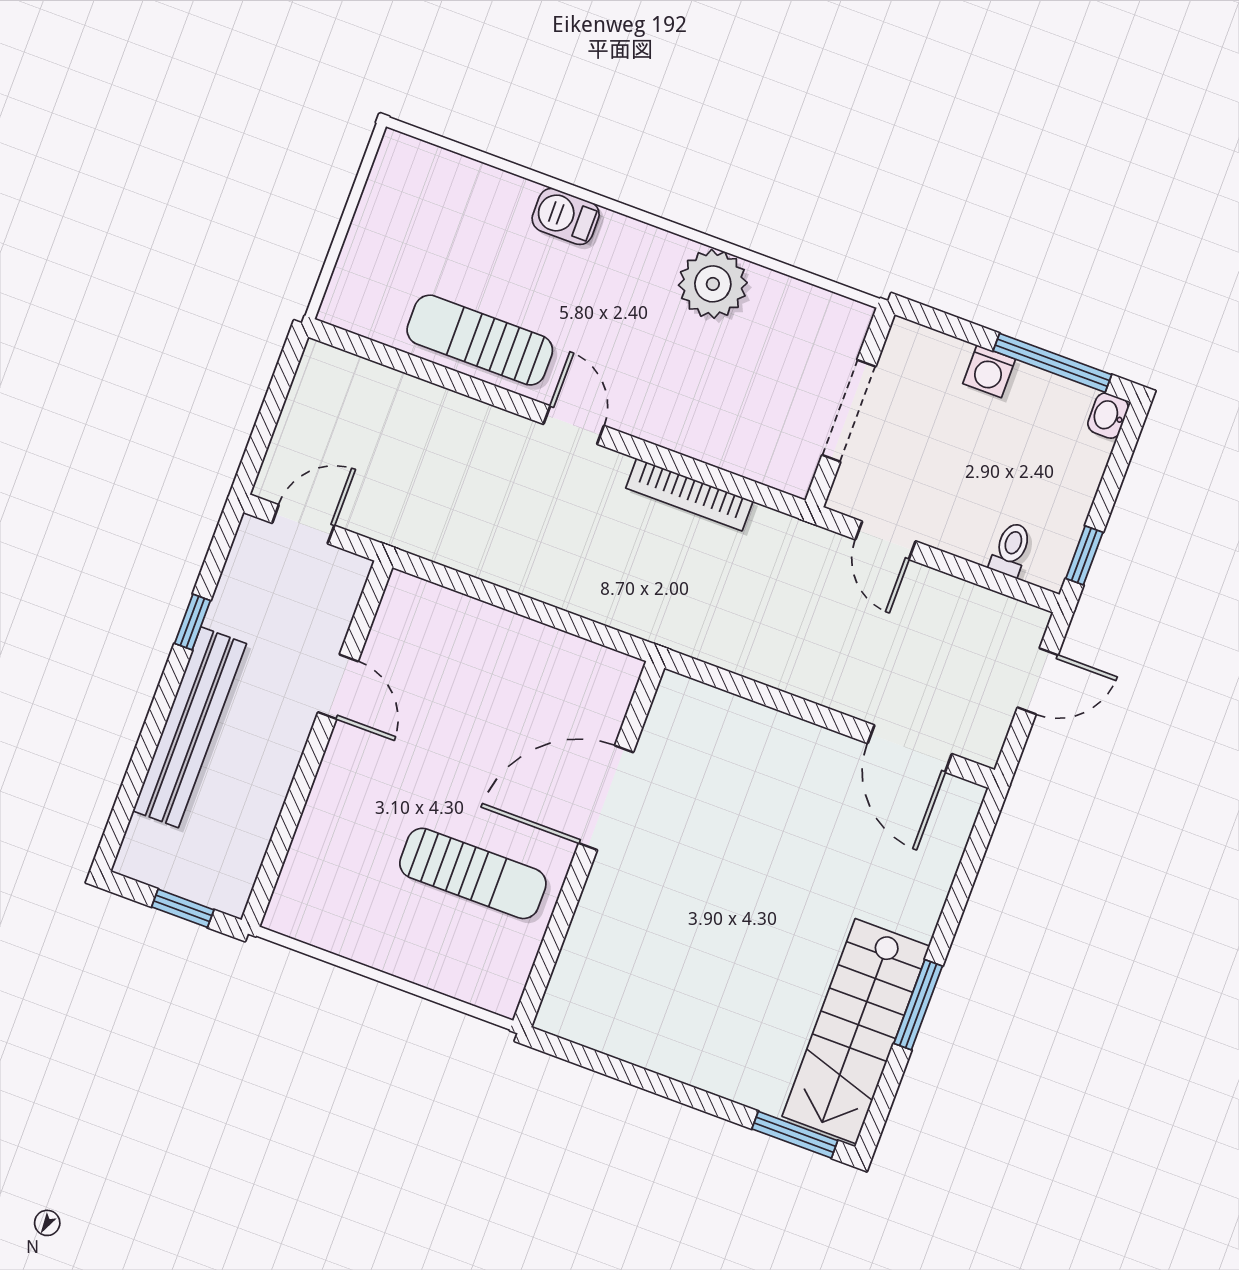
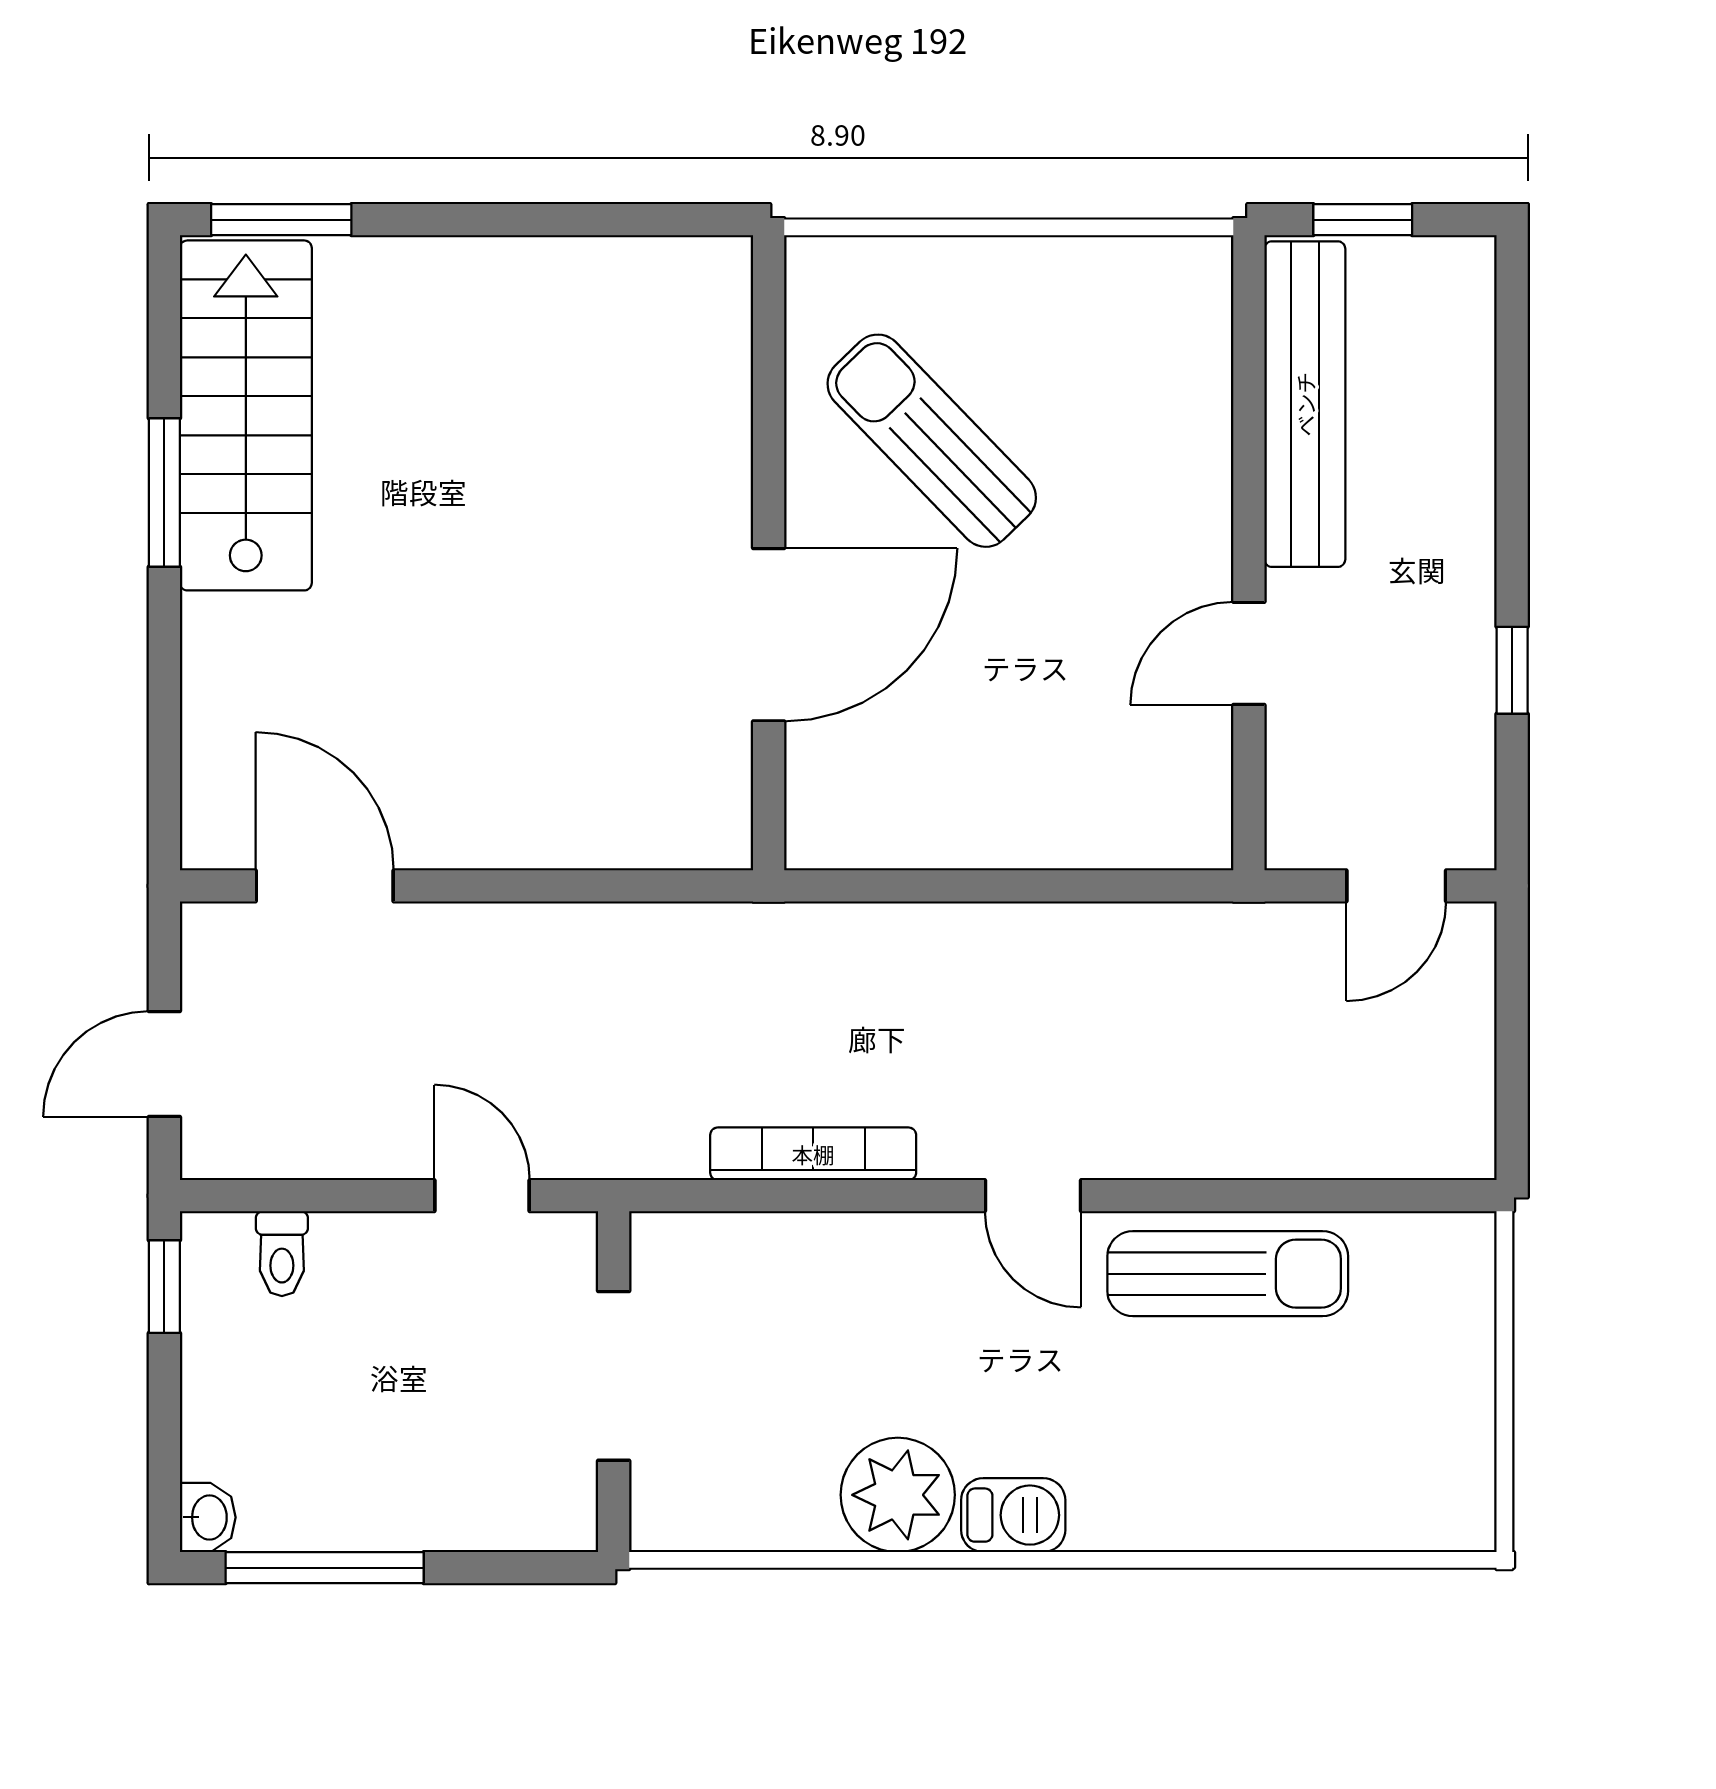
barbecue: (566, 216) -> (1013, 1515), moved
washing machine: (989, 371) -> (418, 1518), removed
door: (338, 687) -> (1249, 653), hinge flipped
bench: (190, 727) -> (1305, 404), moved
sun lounger: (473, 873) -> (932, 441), turned 46

